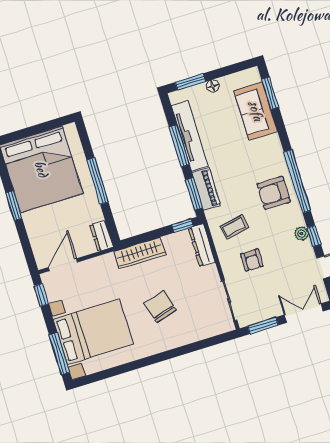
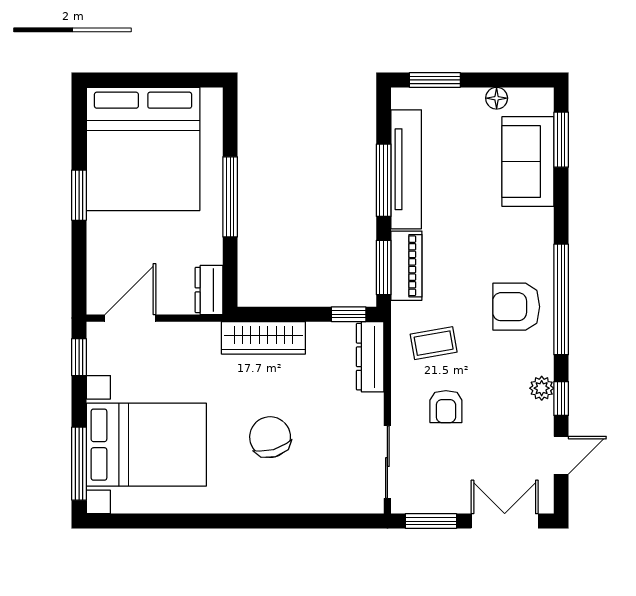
floor lamp: (213, 86) -> (497, 98), moved

